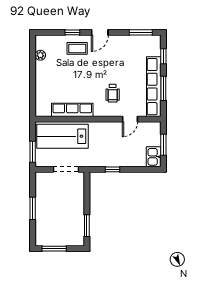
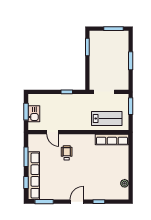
coffee table: (77, 48) -> (95, 189), removed
row of seats: (154, 87) -> (34, 176), moved
row of seats: (72, 110) -> (112, 140), moved
door: (130, 119) -> (53, 132), swing flipped
lab bench: (62, 136) -> (107, 119), width x0.73, depth x0.72
kitchen sink: (154, 157) -> (34, 114), moved

